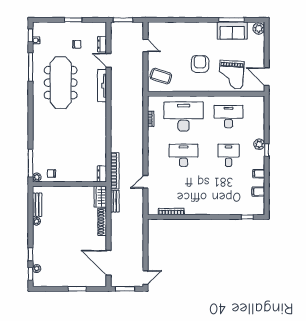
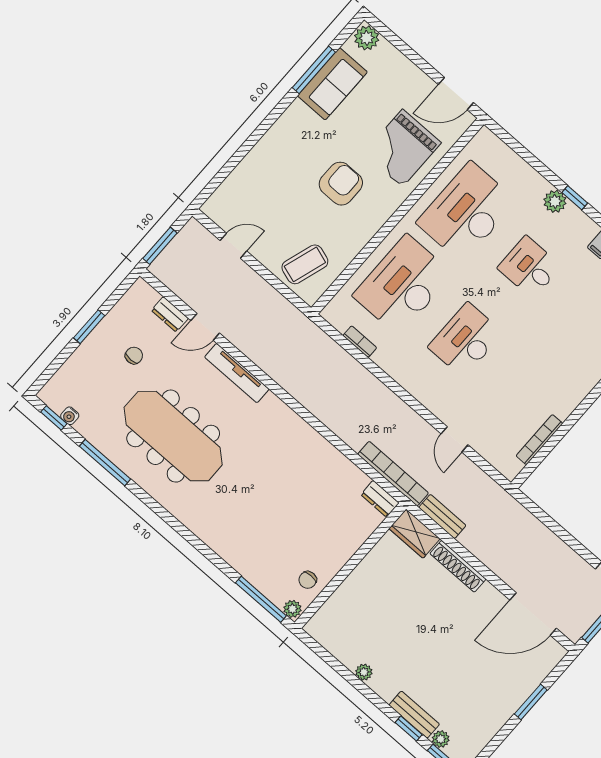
armchair: (200, 64) -> (341, 184), turned 90
grand piano: (231, 75) -> (402, 148), turned 86
desk: (229, 117) -> (466, 212), width x1.36, depth x1.30
bench: (37, 205) -> (414, 715), moved

